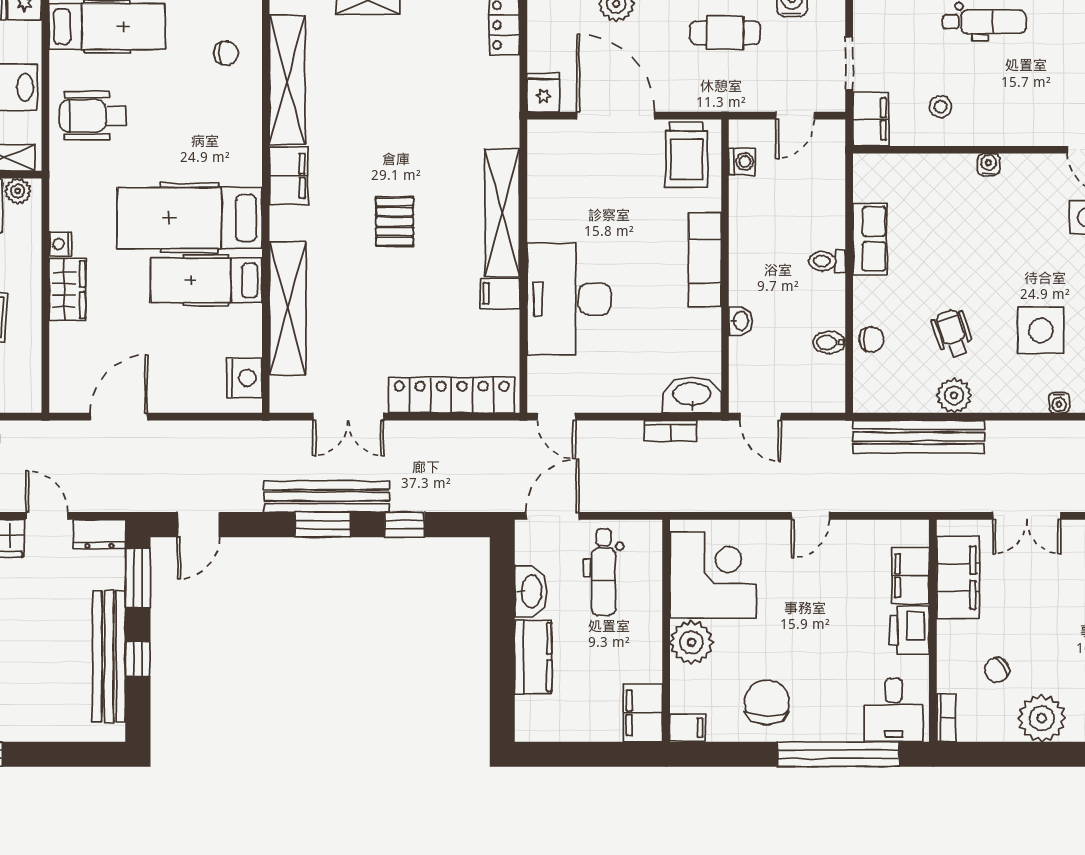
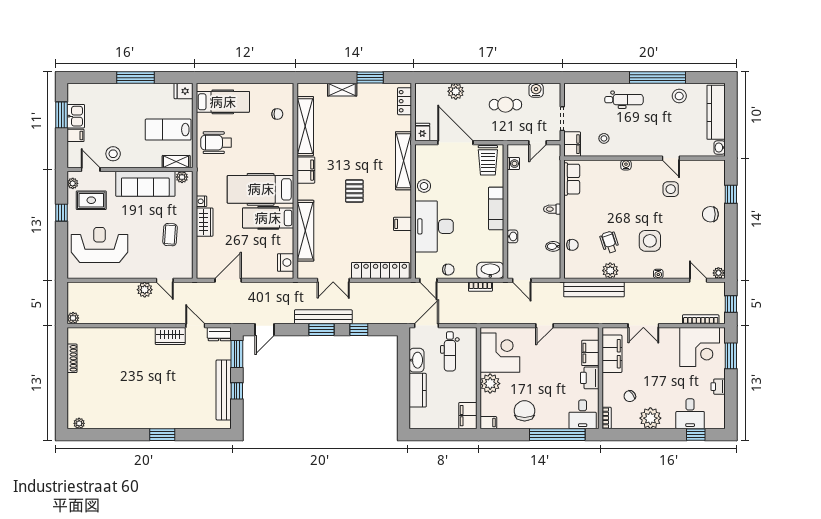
stool: (547, 211) -> (424, 186), added
shelving: (502, 212) -> (404, 161), moved
row of seats: (870, 239) -> (572, 179), moved
chair: (600, 393) -> (448, 270), added

